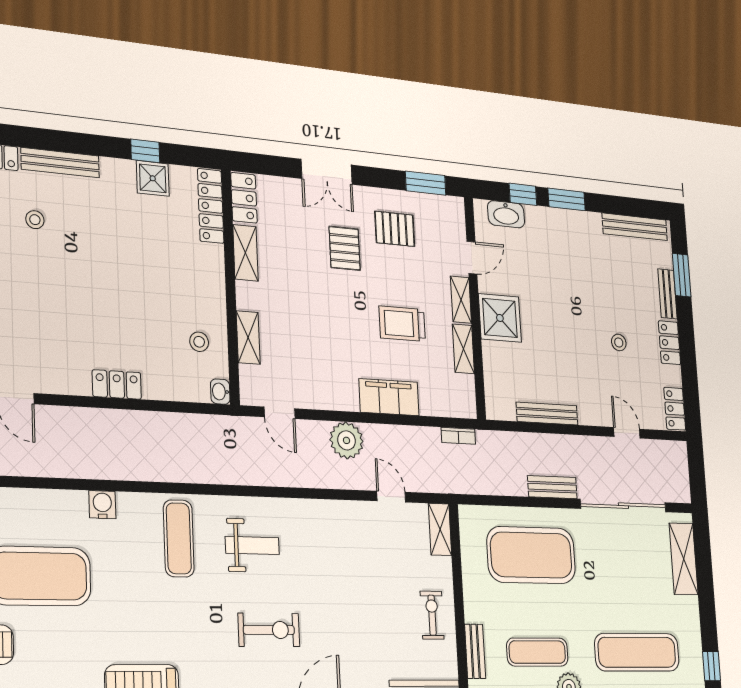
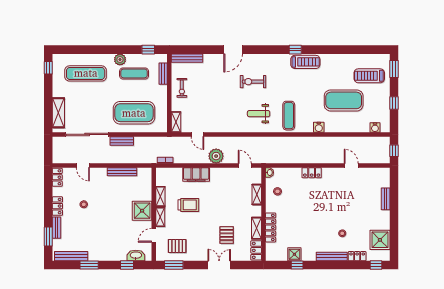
window: (567, 199) -> (89, 265), moved
locker: (211, 206) -> (271, 227), moved
pallet: (395, 229) -> (177, 246), moved
pallet: (345, 248) -> (227, 235), moved

